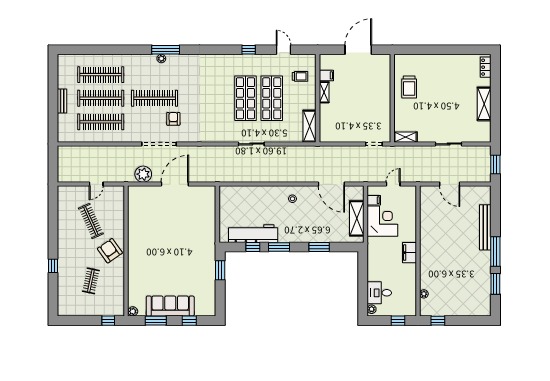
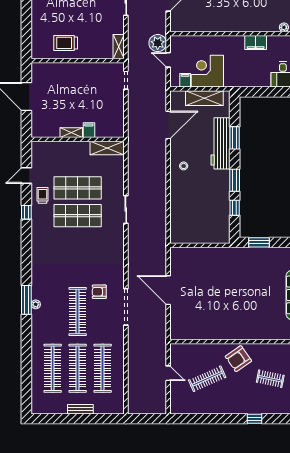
filing cabinet: (326, 75) -> (89, 130), moved
trolley: (300, 76) -> (42, 195), moved
trolley: (409, 87) -> (66, 43), turned 180
plant: (143, 174) -> (158, 43), moved
workbench: (253, 234) -> (220, 143), moved
filing cabinet: (409, 253) -> (256, 43), moved

